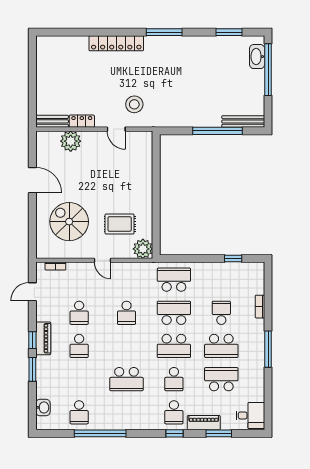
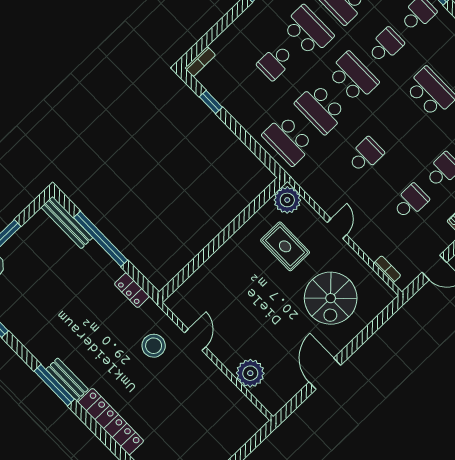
bench: (52, 121) -> (67, 379), moved
locker: (82, 121) -> (132, 290), moved
bookcase: (260, 307) -> (200, 62), moved

